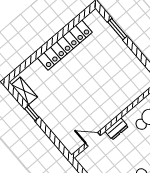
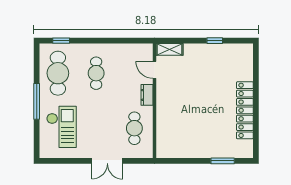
shelving: (24, 91) -> (170, 49), moved
door: (93, 139) -> (155, 70), swing flipped

